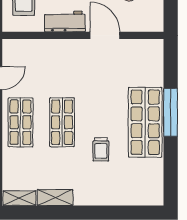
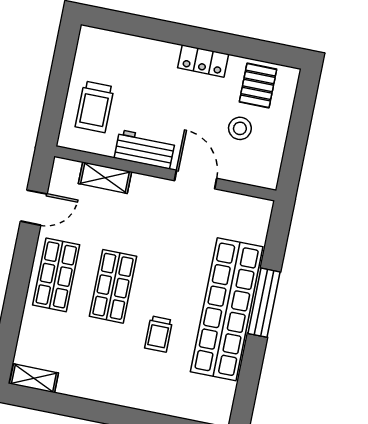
shop shelf: (145, 122) -> (227, 309), width x1.40
shelving: (55, 198) -> (105, 178), moved

